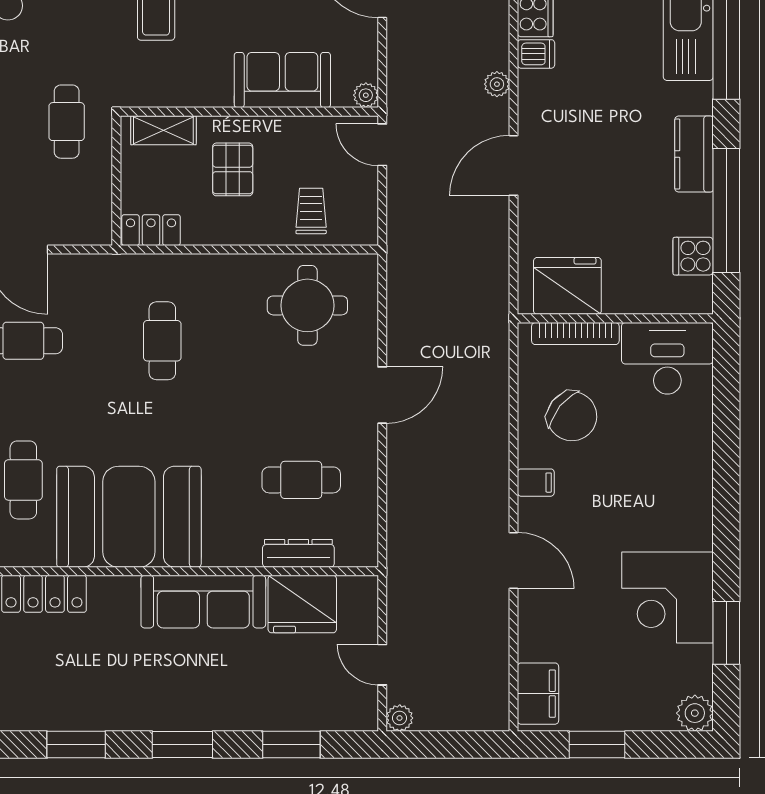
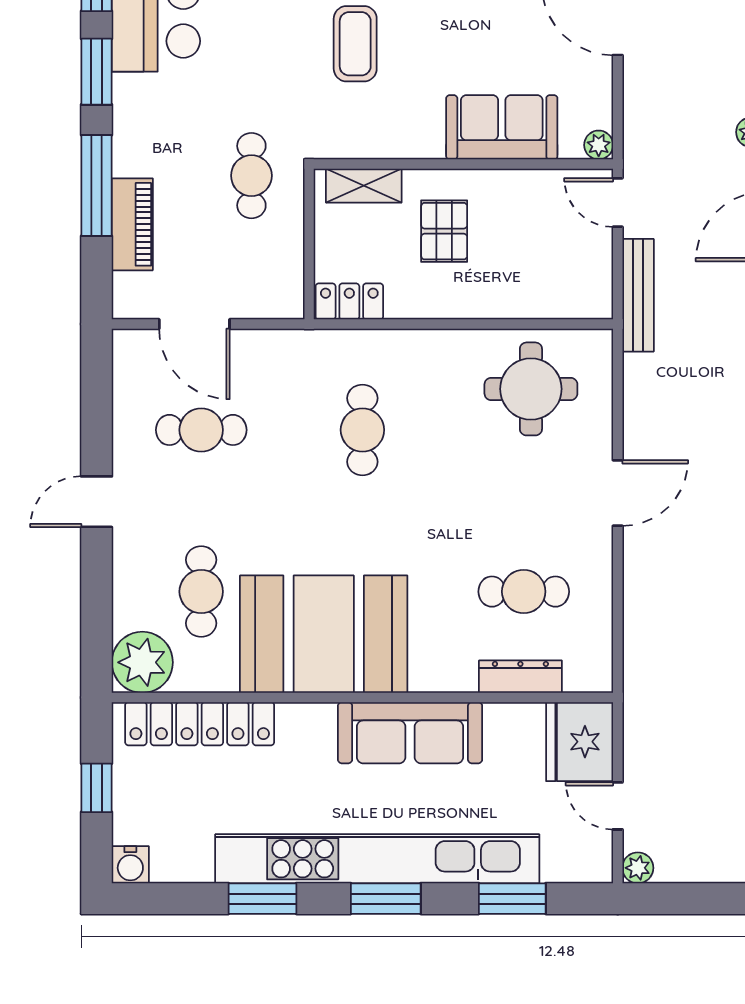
trolley: (311, 211) -> (535, 279), removed
bench: (400, 225) -> (638, 295), added
fridge: (302, 604) -> (580, 742), moved, turned 90
kitchen unit: (175, 710) -> (377, 859), added

